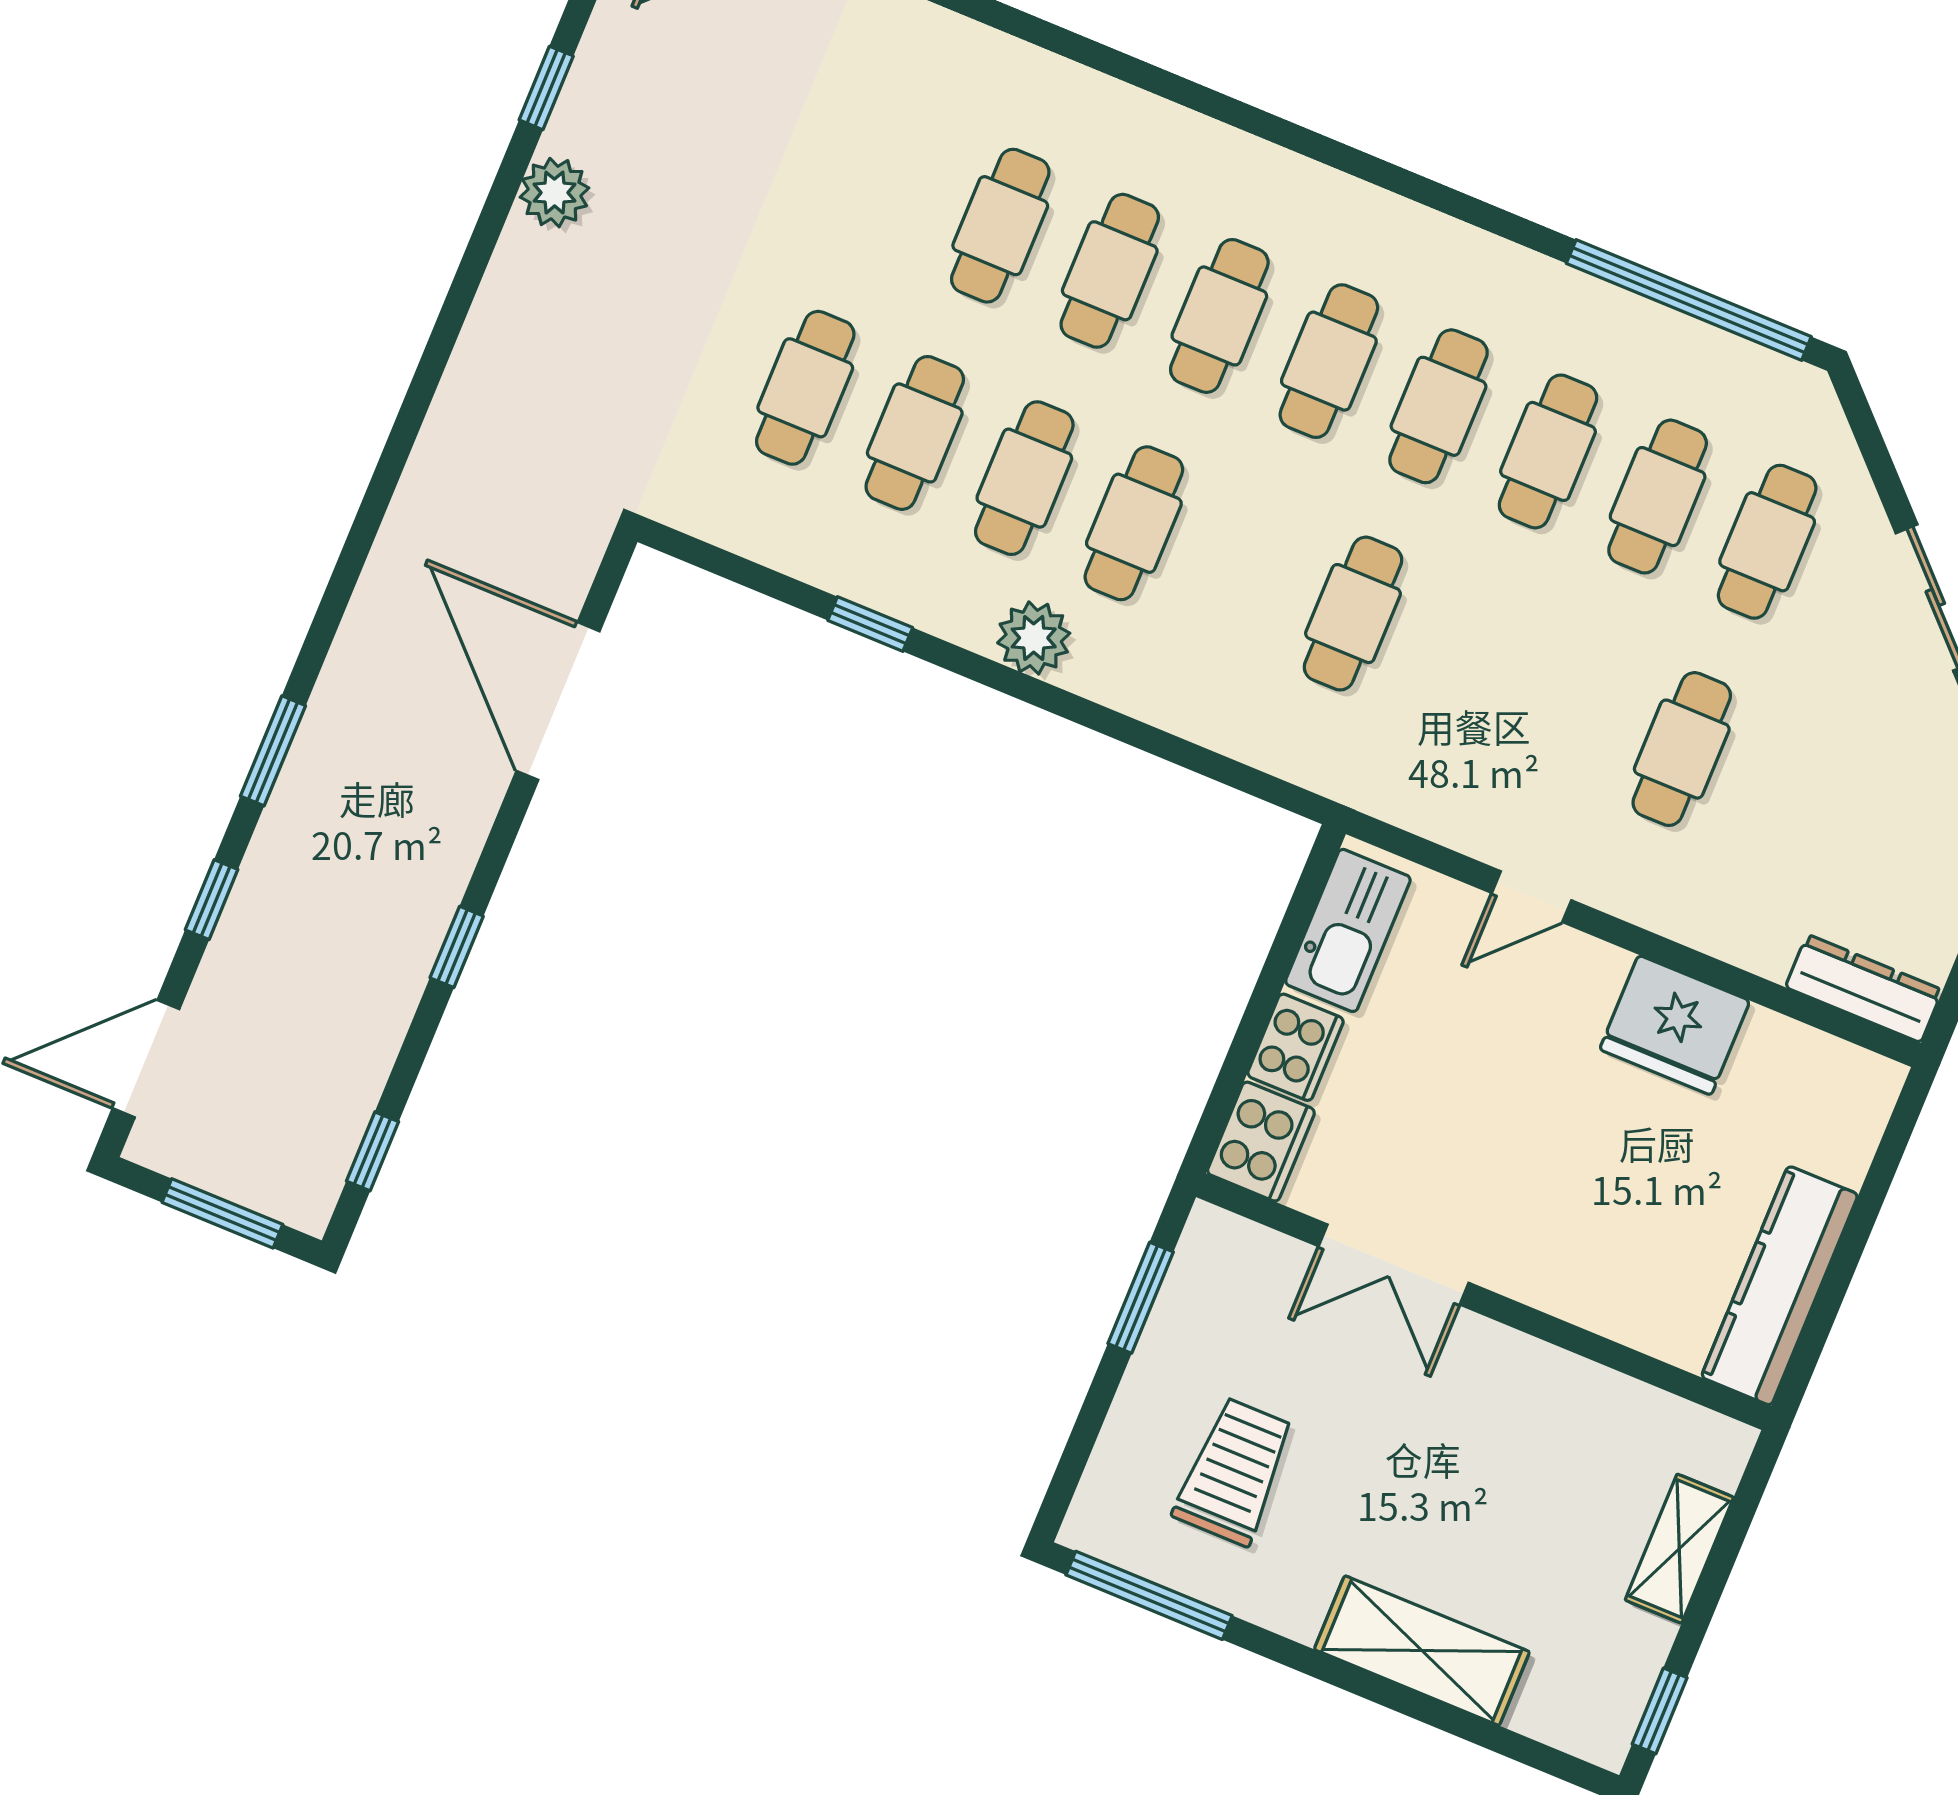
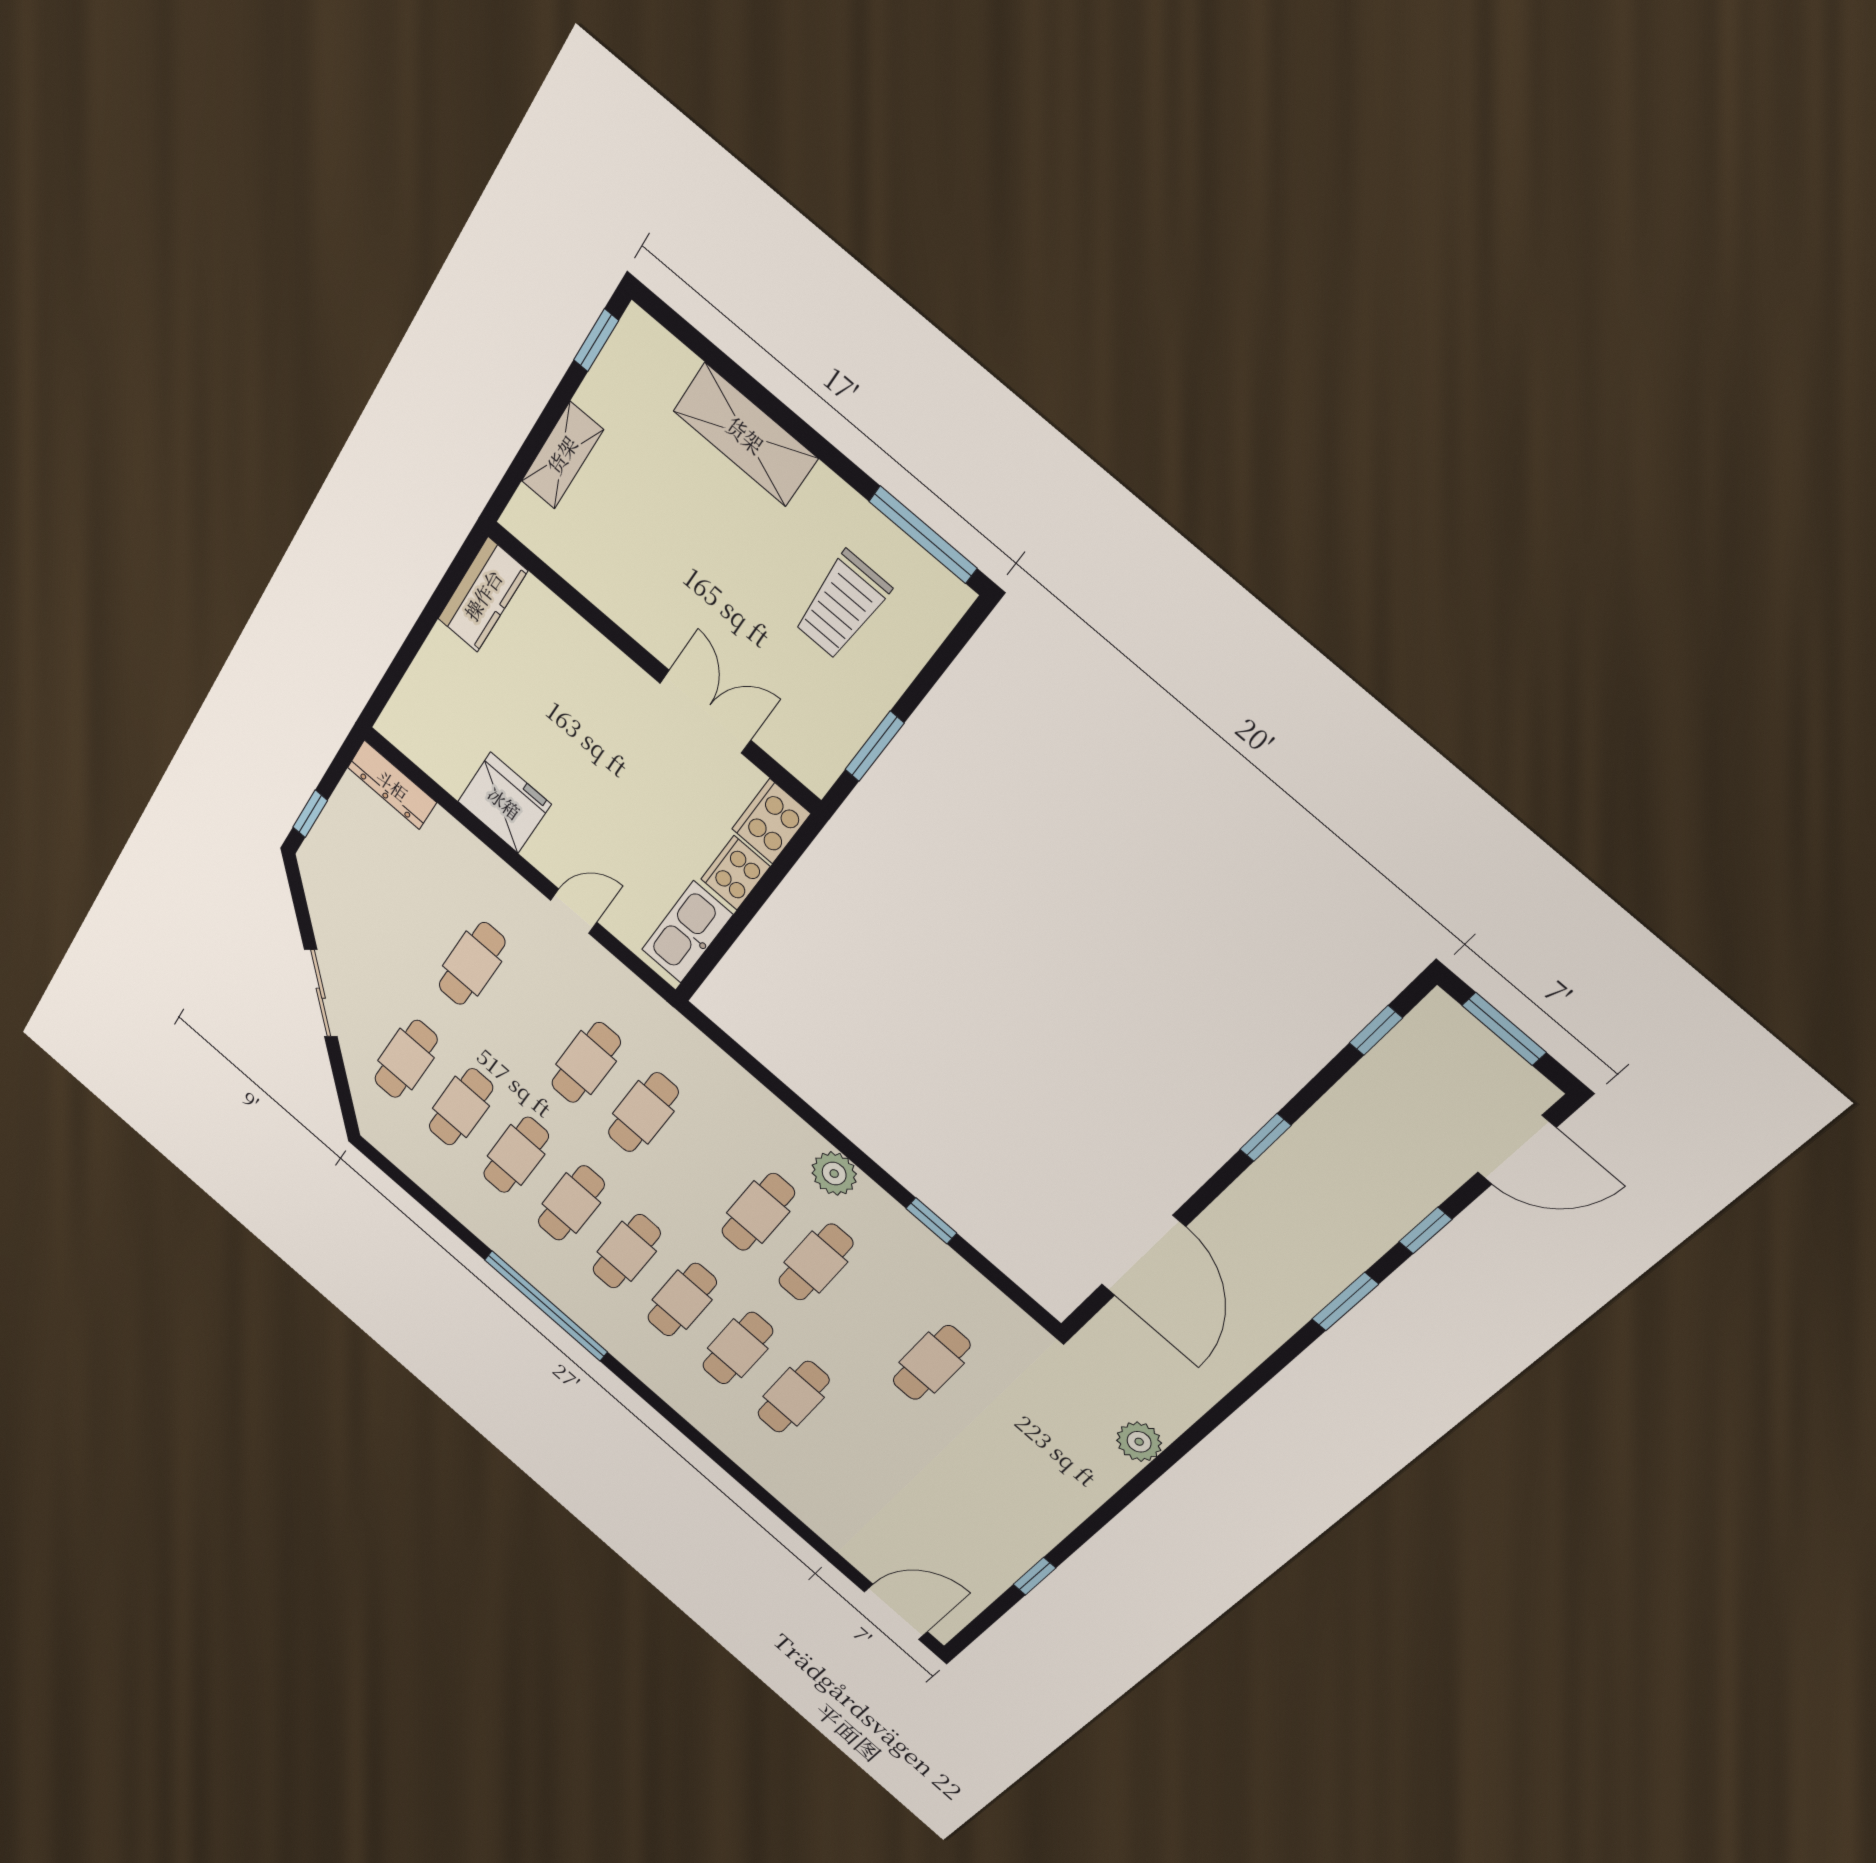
plant: (555, 193) -> (1139, 1442), moved
window: (1689, 300) -> (546, 1306), moved
cafe table: (915, 433) -> (586, 1063), moved
kitchen counter: (1780, 1286) -> (483, 595), width x0.67

